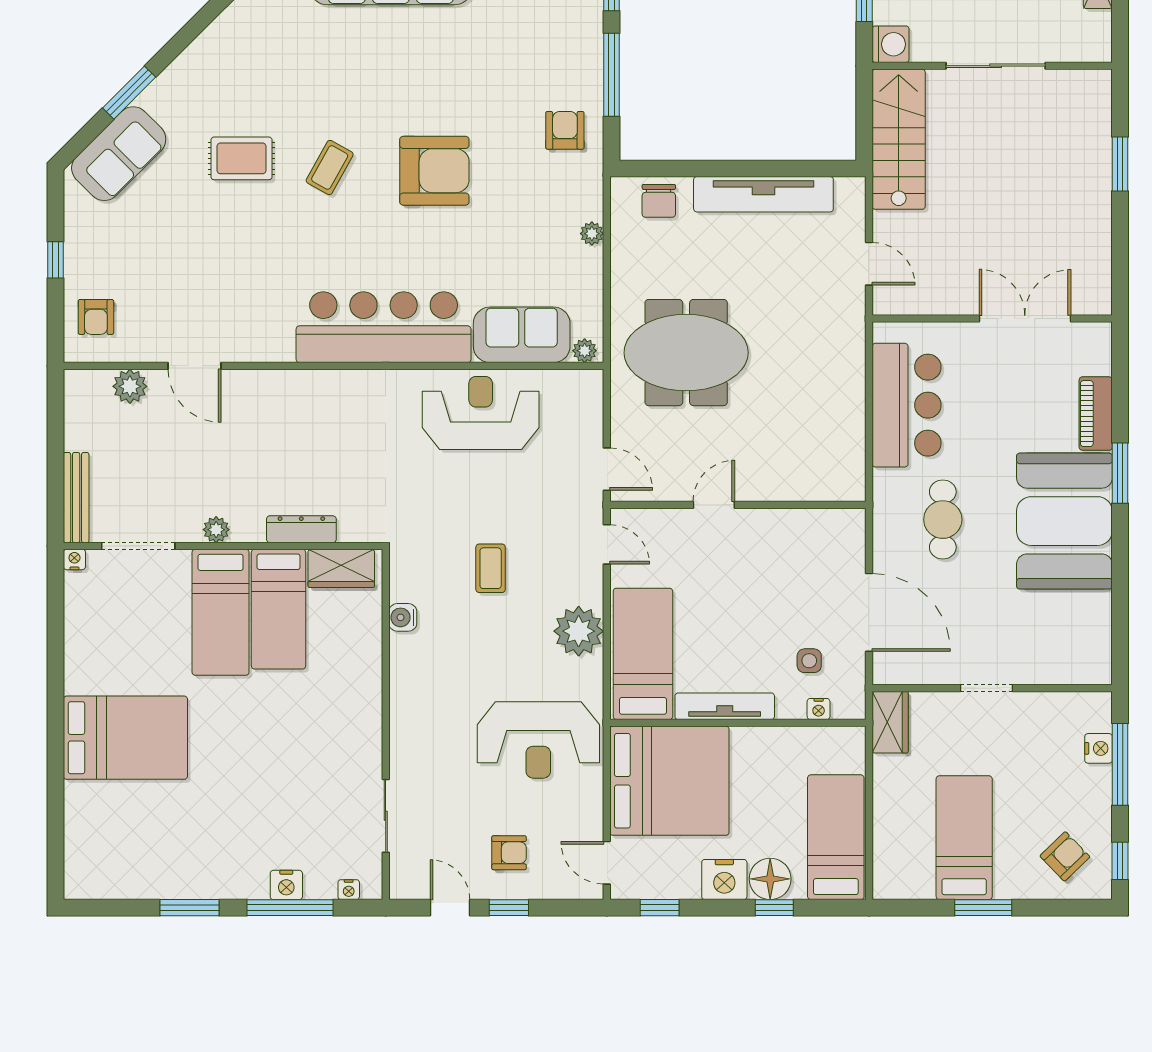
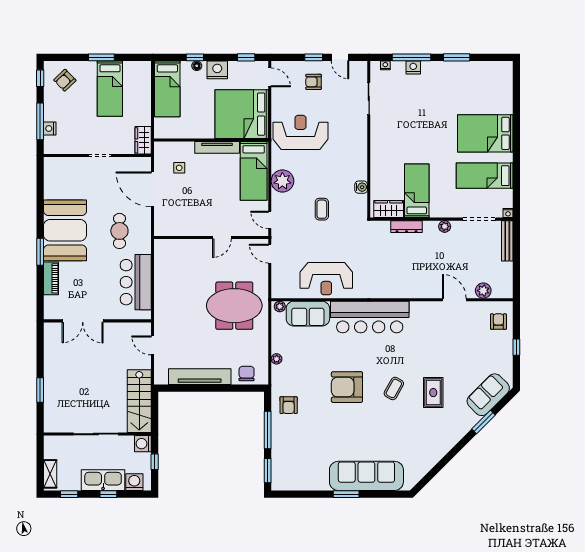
rug: (241, 158) -> (433, 393), turned 90
bed: (221, 612) -> (485, 176), moved, turned -90
nightstand: (819, 709) -> (175, 146), removed
floor lamp: (770, 879) -> (197, 66), width x0.53, depth x0.53

